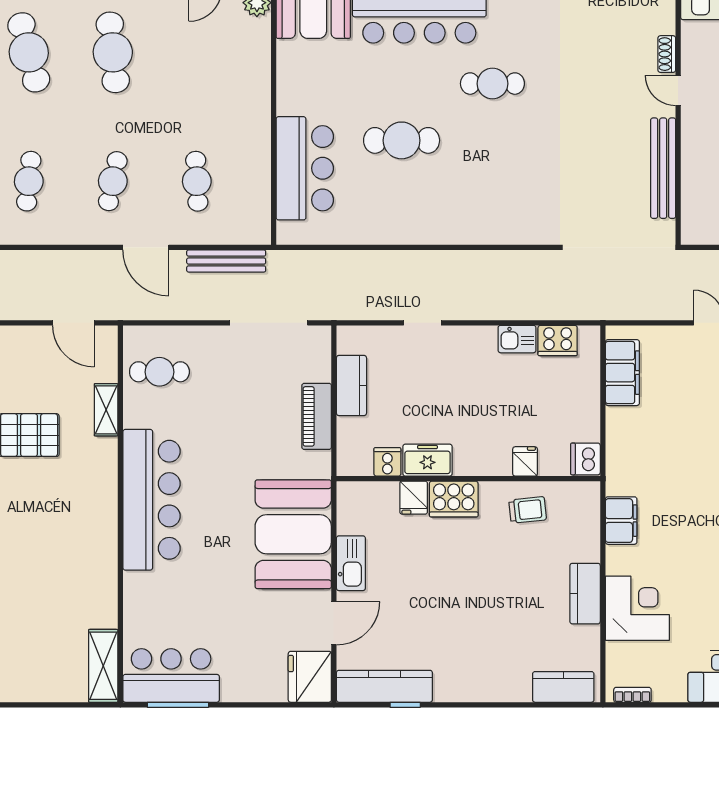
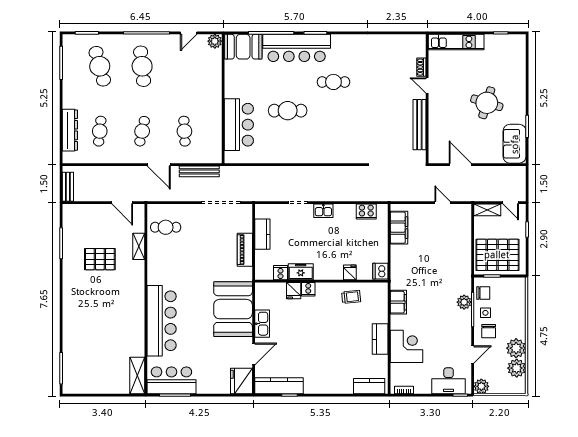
kitchen sink: (517, 339) -> (323, 211), moved
cooker: (454, 499) -> (308, 289), width x0.53, depth x0.76
bar counter: (151, 500) -> (162, 321), moved

